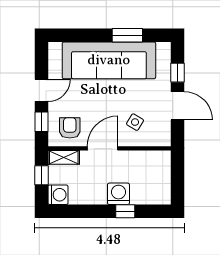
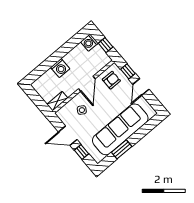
armchair: (70, 128) -> (111, 80), turned -90
shelving: (64, 157) -> (57, 101), moved
window: (125, 211) -> (50, 62), removed

